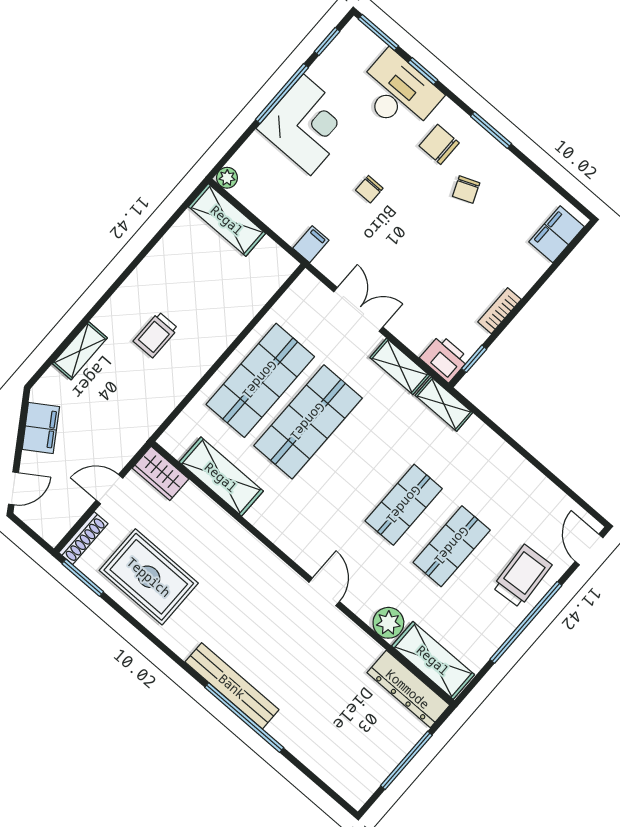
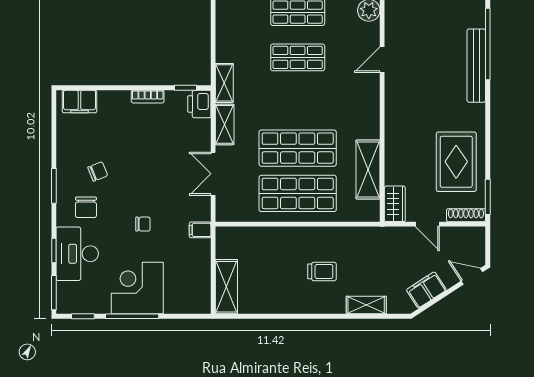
plant: (227, 178) -> (203, 306), removed

